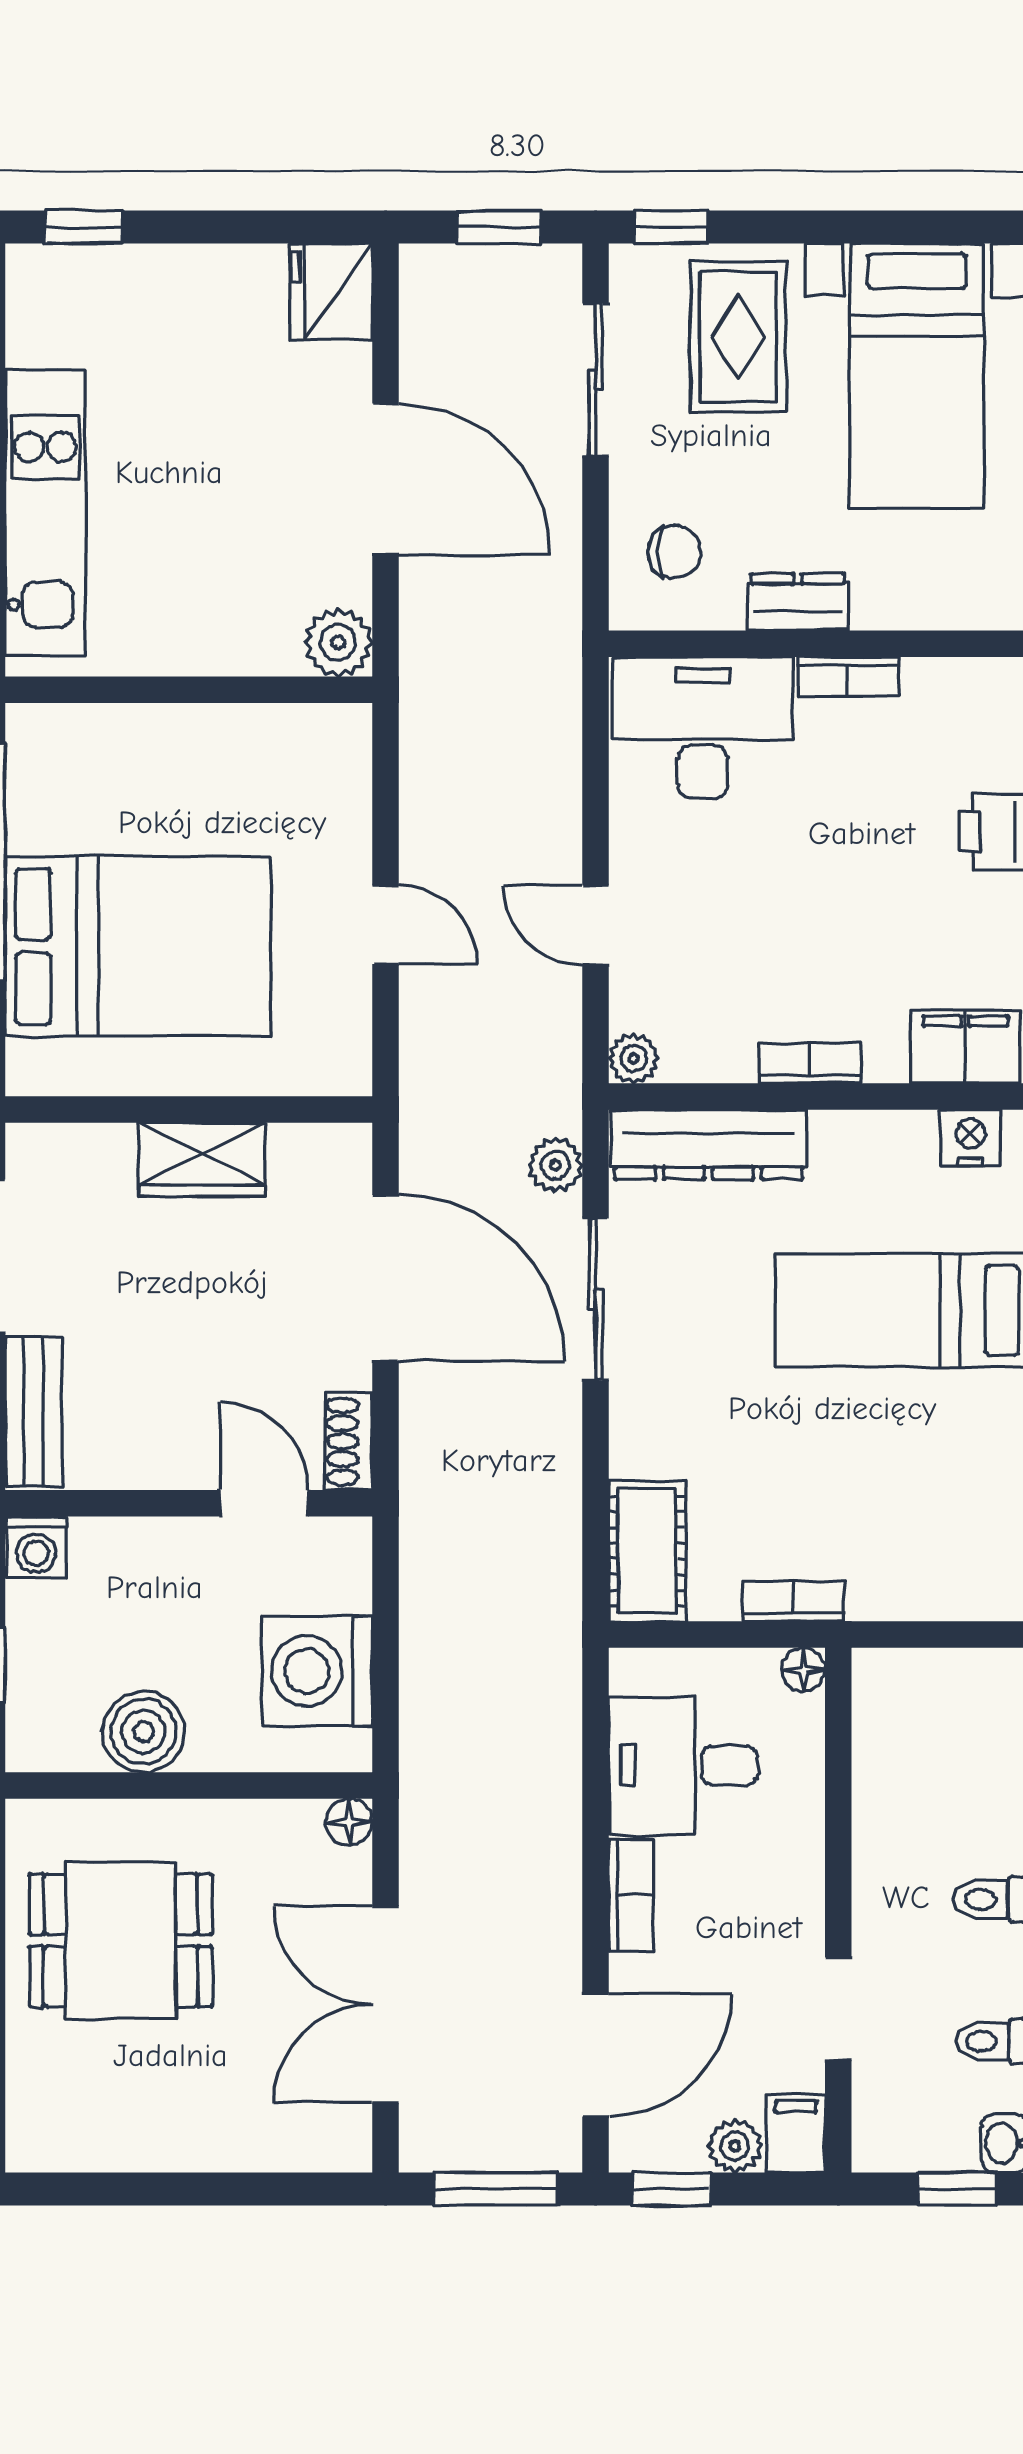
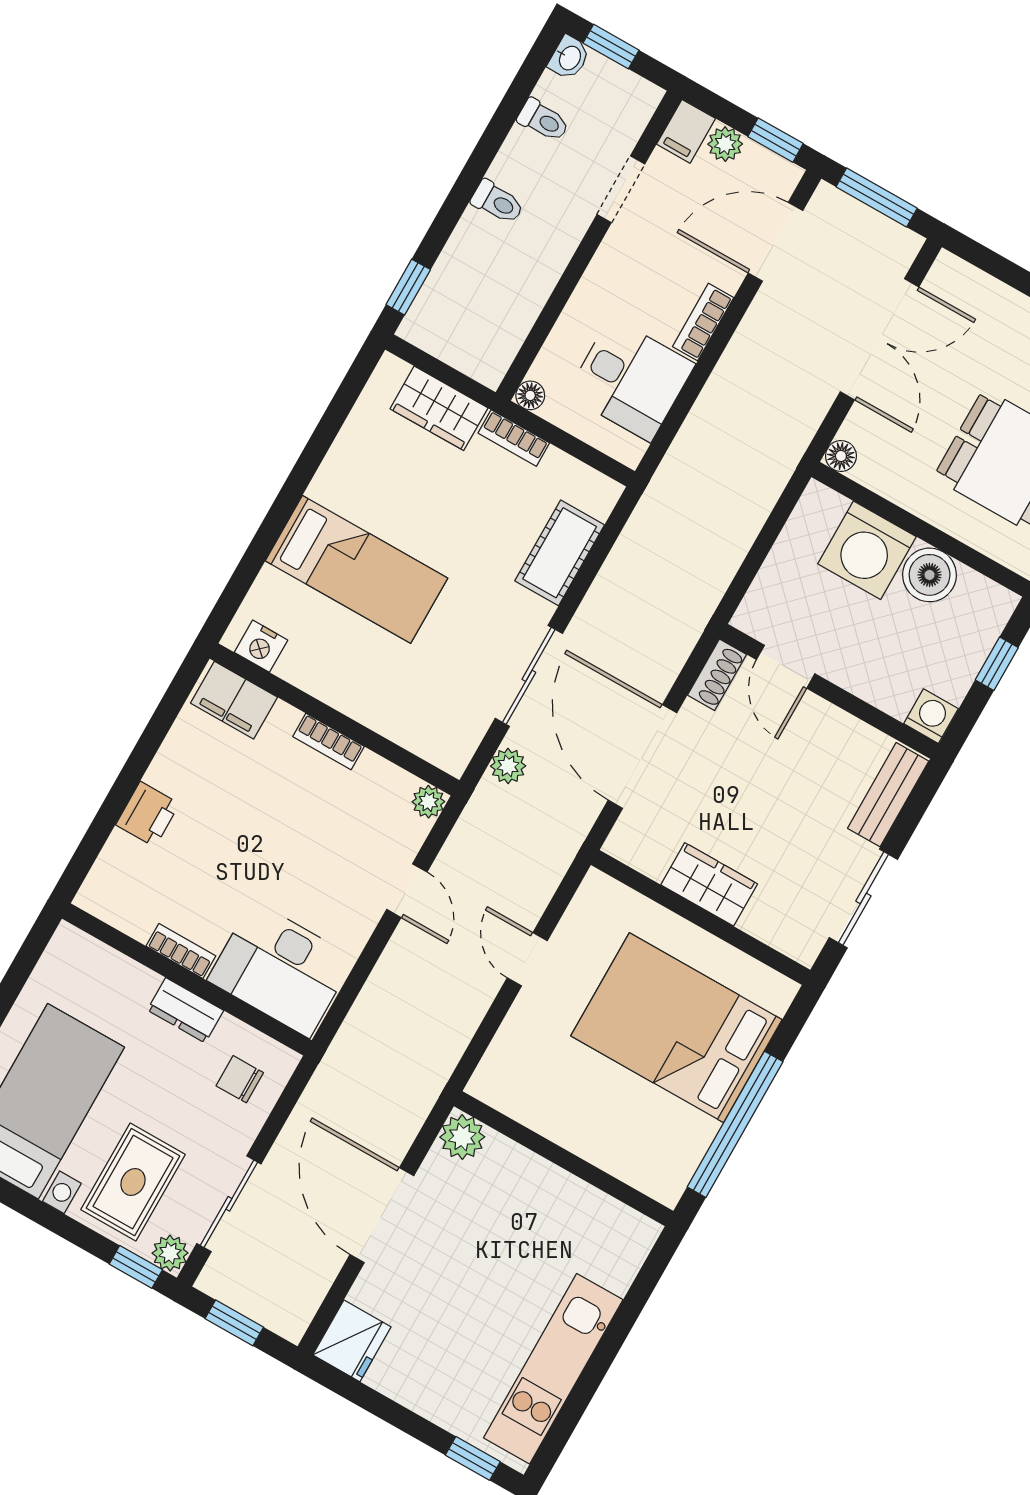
plant: (636, 271) -> (170, 1253), added
kitchen unit: (45, 513) -> (553, 1369), moved
dresser: (709, 1145) -> (413, 728), removed
cot: (647, 1551) -> (560, 553), moved
wardrobe: (914, 1584) -> (439, 408), added
washing machine: (318, 1671) -> (867, 550), moved, turned 90

